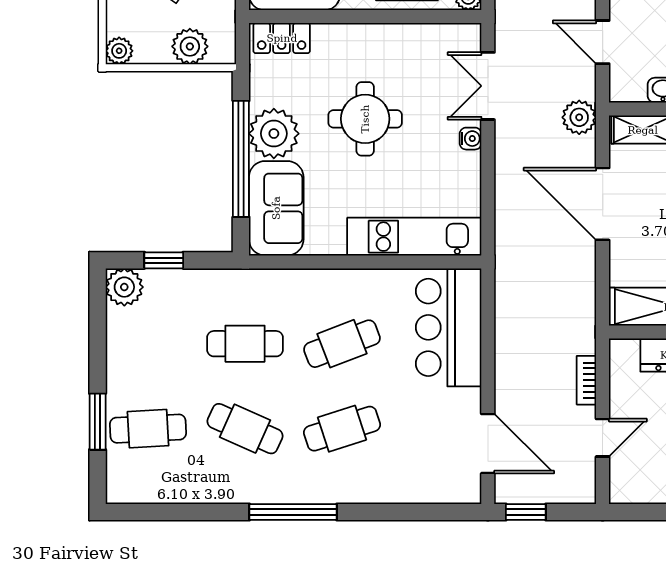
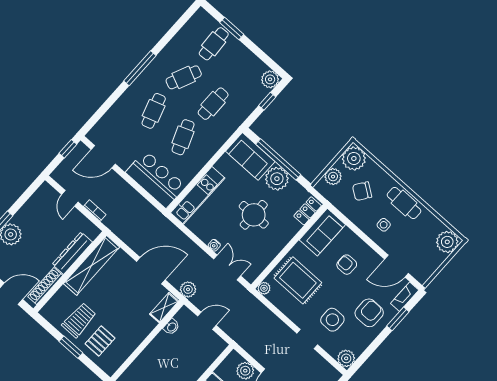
plant: (119, 51) -> (354, 159), width x1.87, depth x1.87

